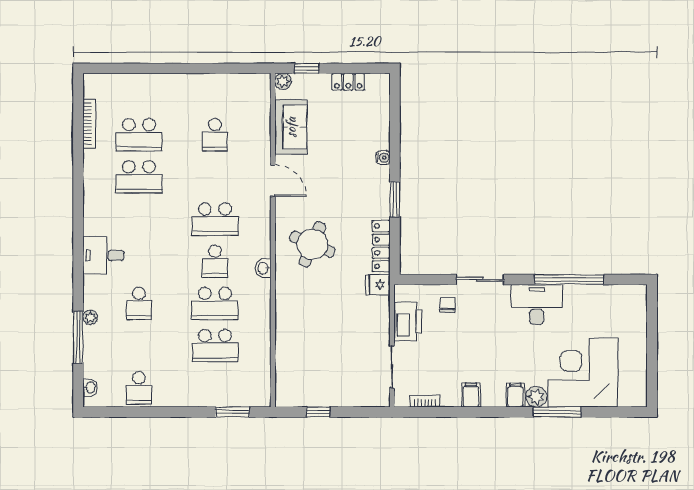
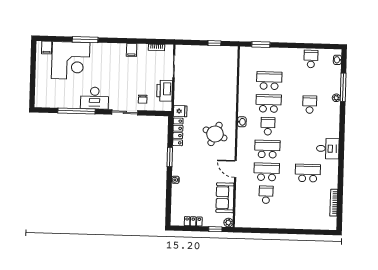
school desk: (139, 135) -> (267, 172), moved
desk: (103, 255) -> (328, 149), moved
filing cabinet: (515, 395) -> (47, 48), moved
plant: (536, 397) -> (96, 48), removed

